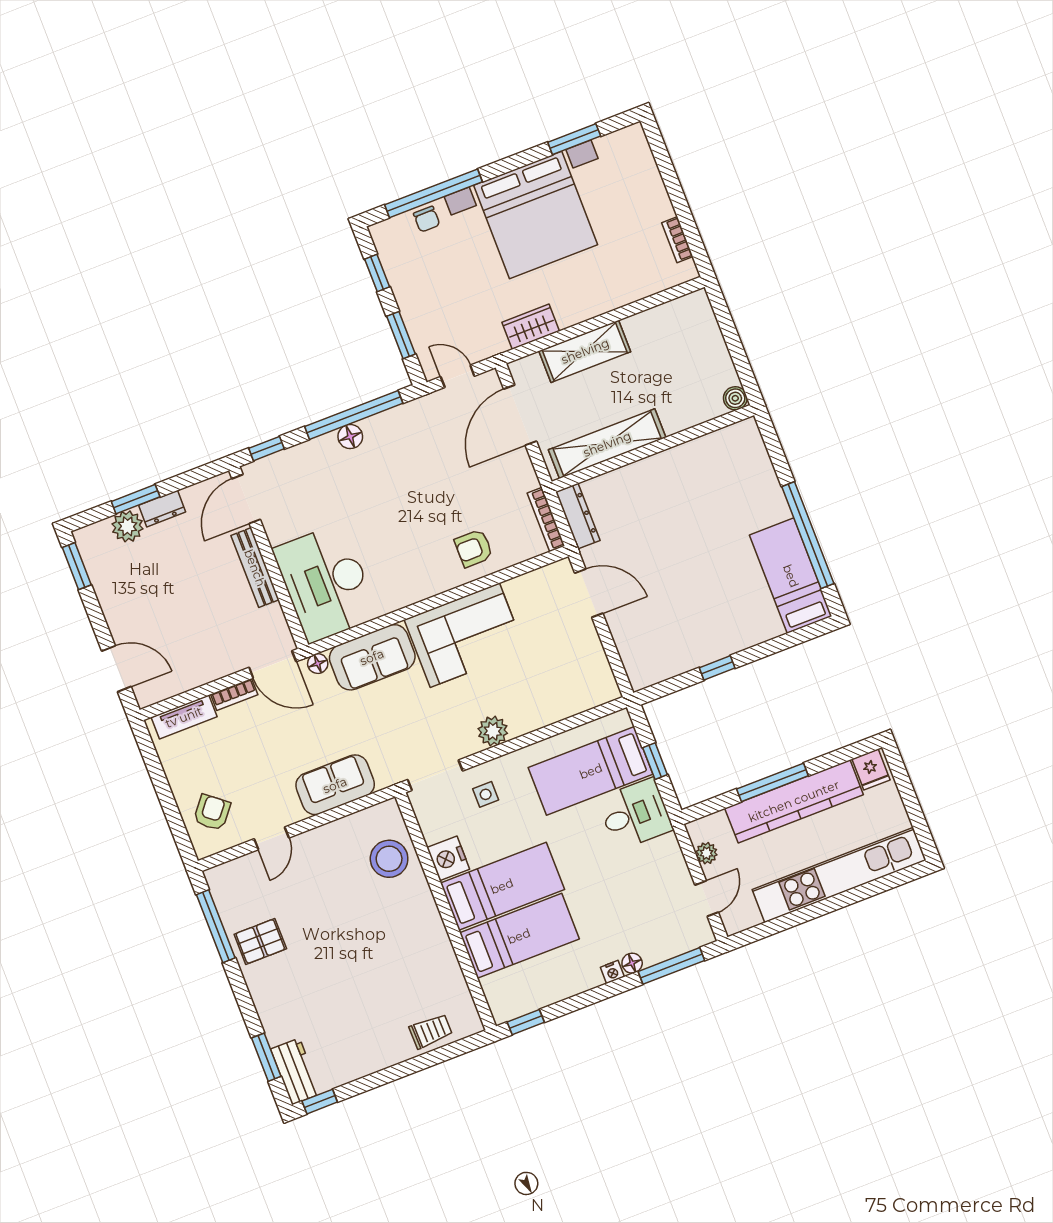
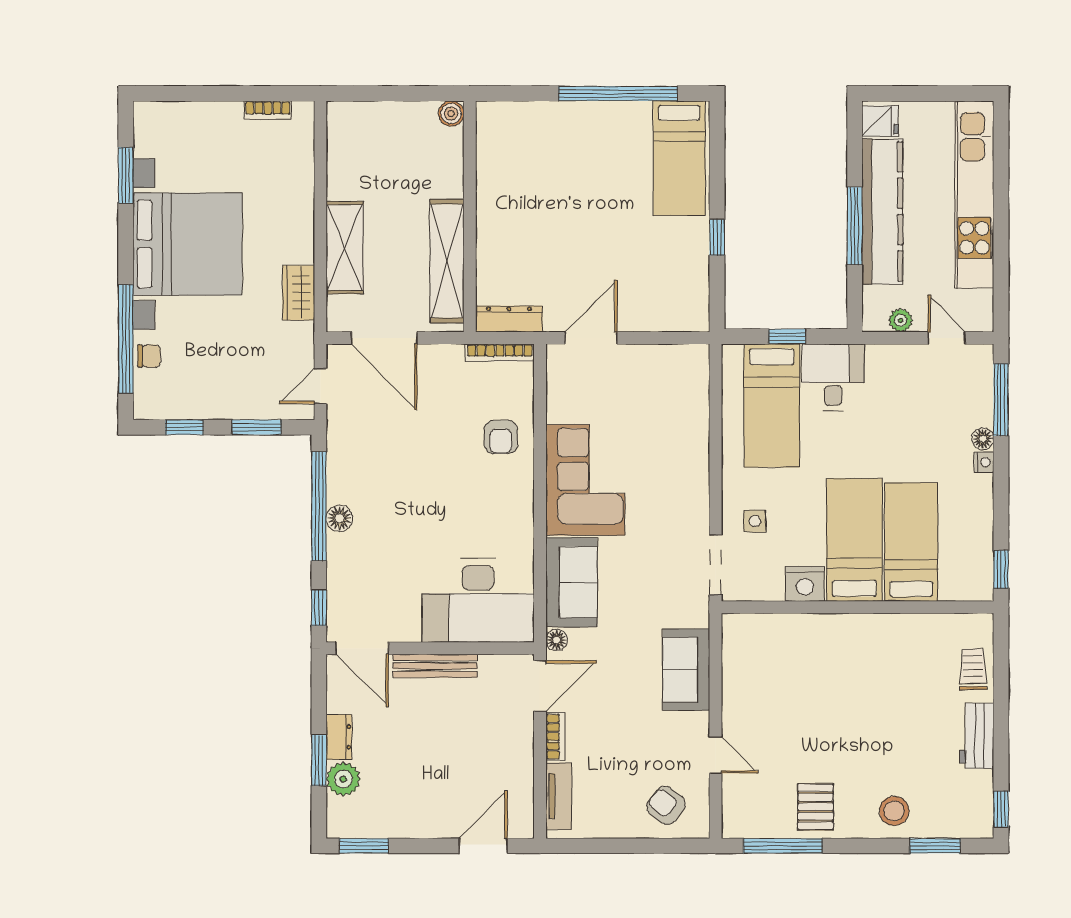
bed: (791, 576) -> (679, 158), moved, turned -90
plant: (493, 731) -> (693, 489), removed
stool: (389, 859) -> (894, 811), moved, width x0.73, depth x0.73
workbench: (296, 1071) -> (977, 736), moved, turned -90

